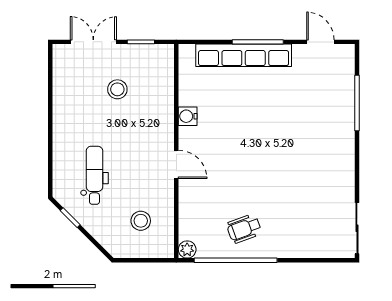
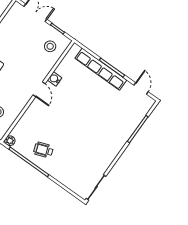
stool: (117, 89) -> (50, 46), moved
door: (176, 165) -> (39, 89), moved

